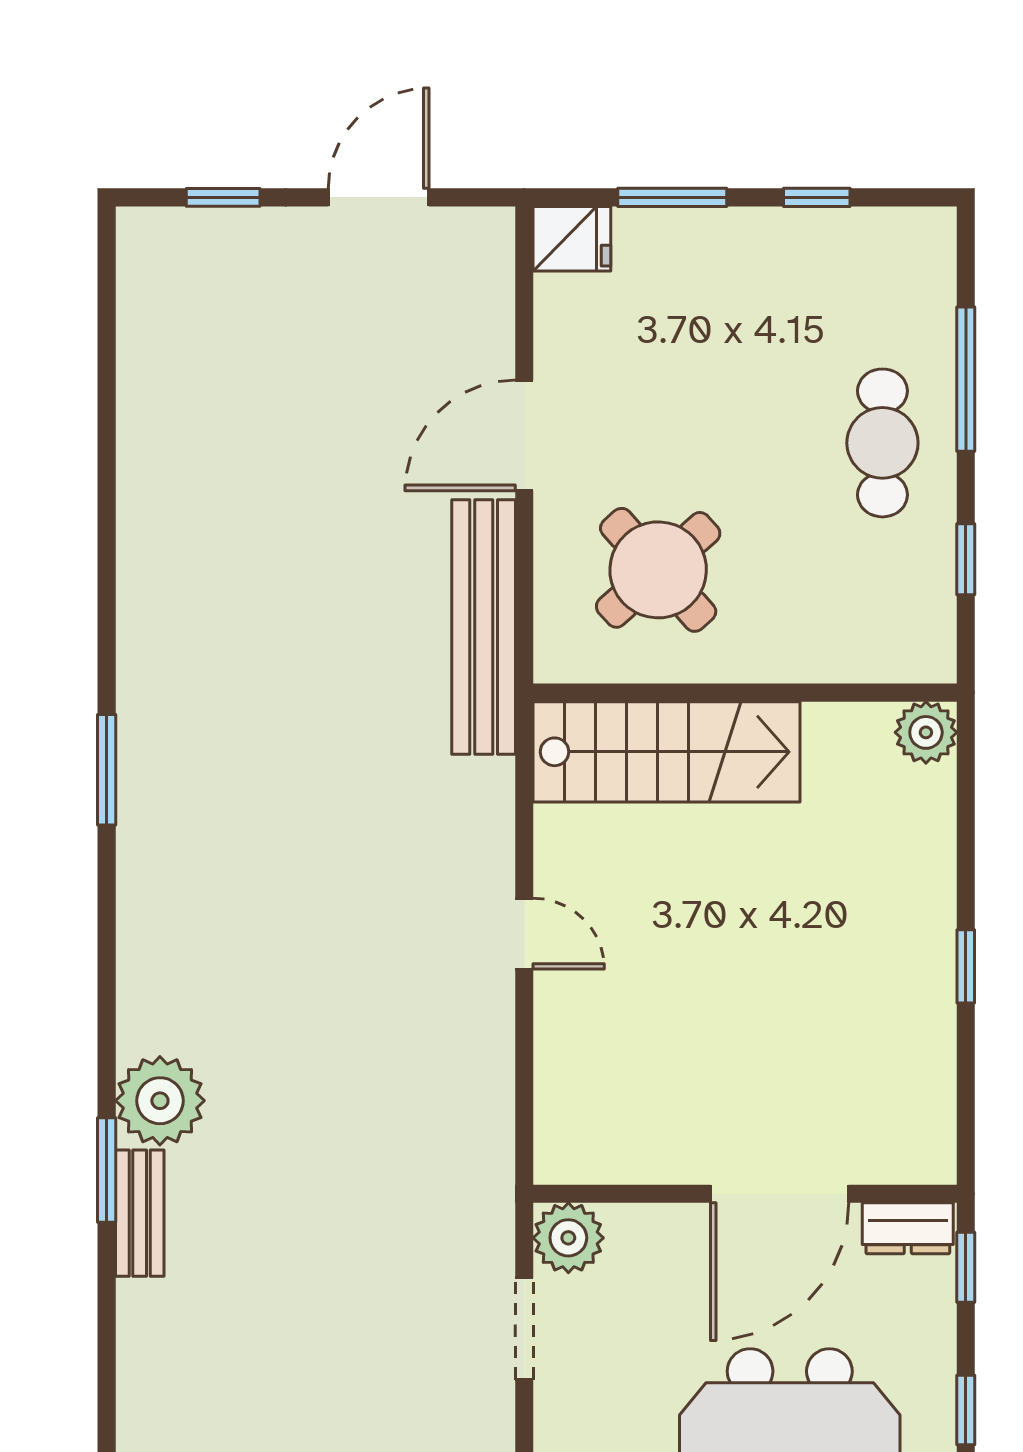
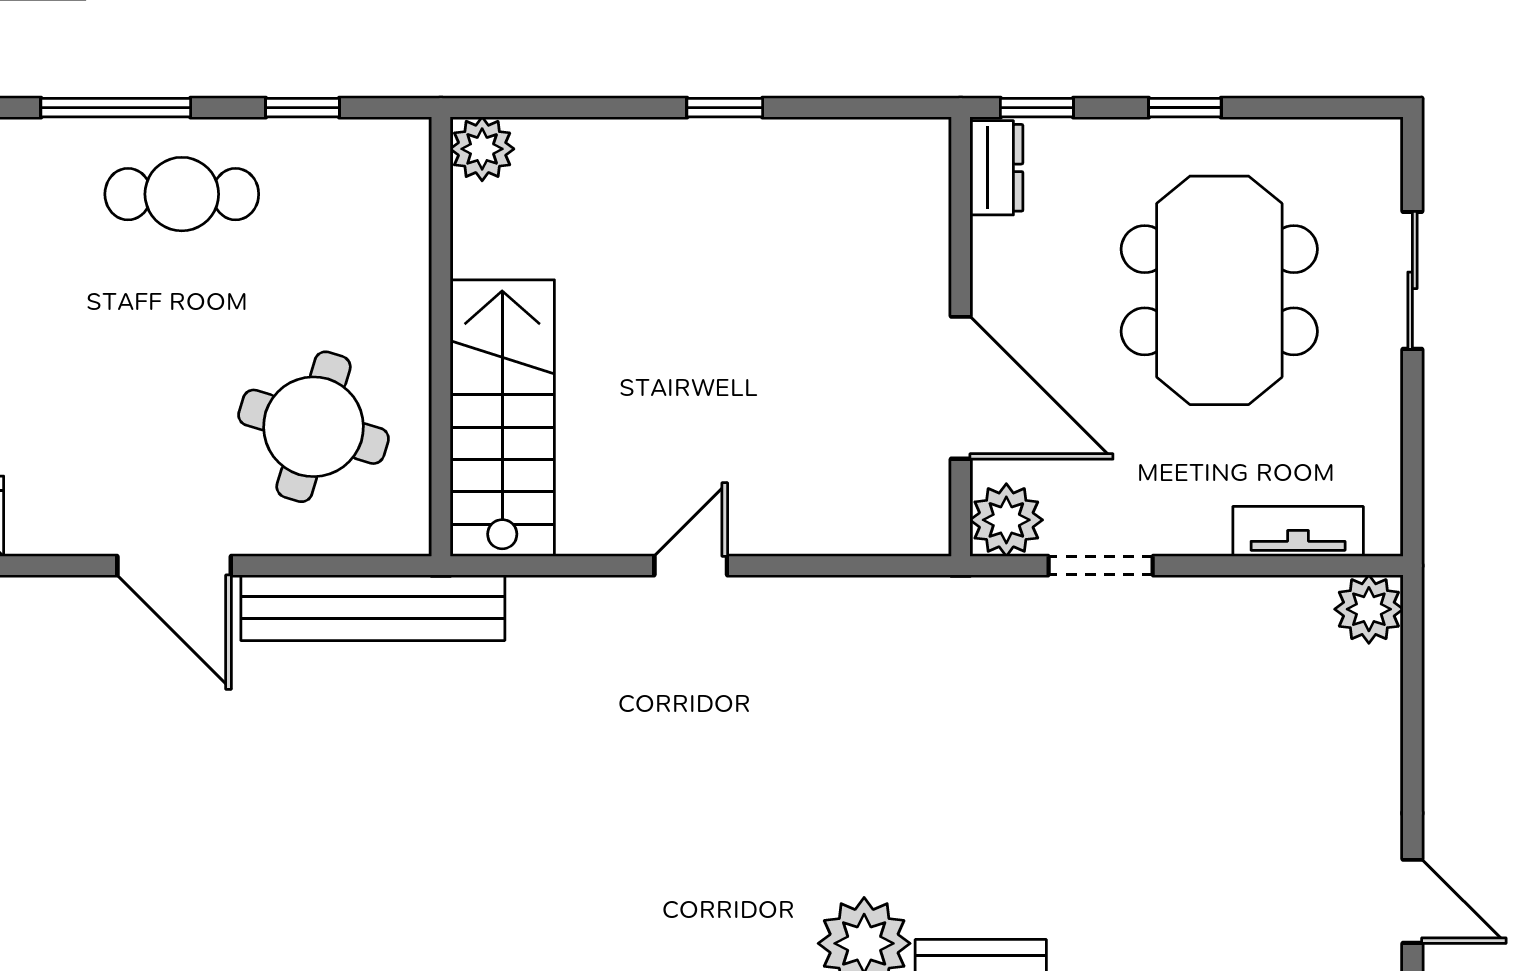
round table: (658, 570) -> (314, 427), turned -31
door: (780, 1194) -> (961, 388), moved

